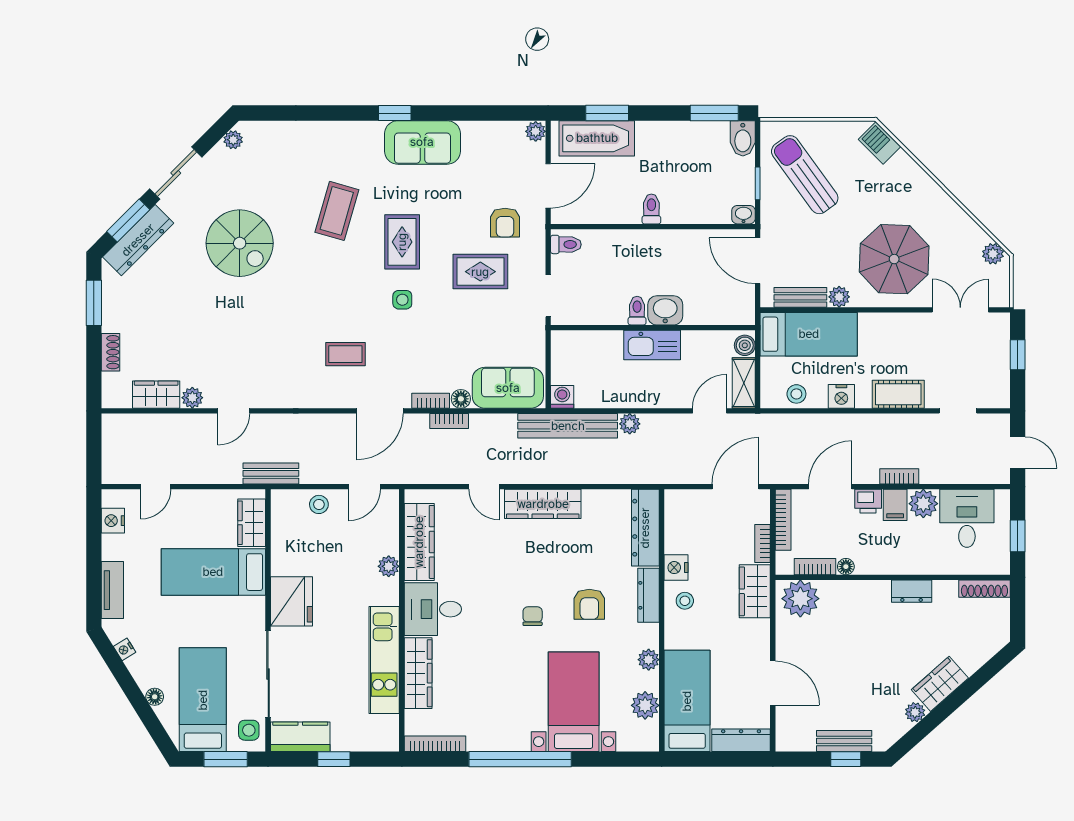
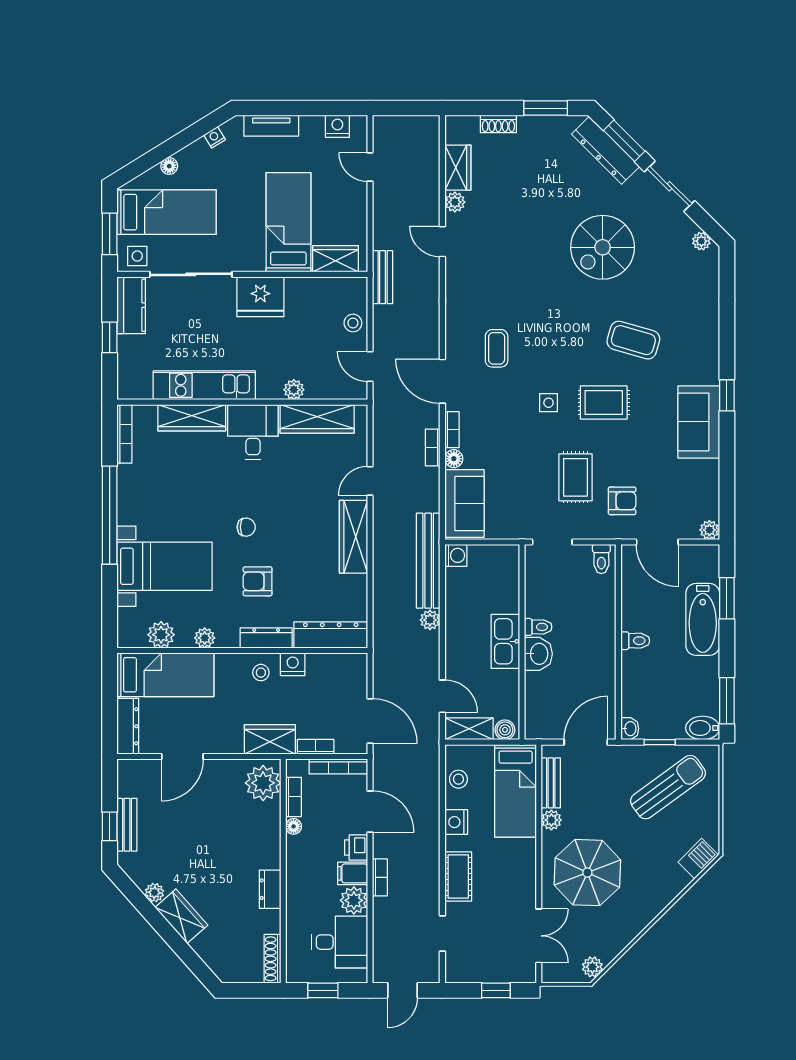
bathtub: (597, 138) -> (703, 619), moved
armchair: (505, 223) -> (622, 501), turned 180

